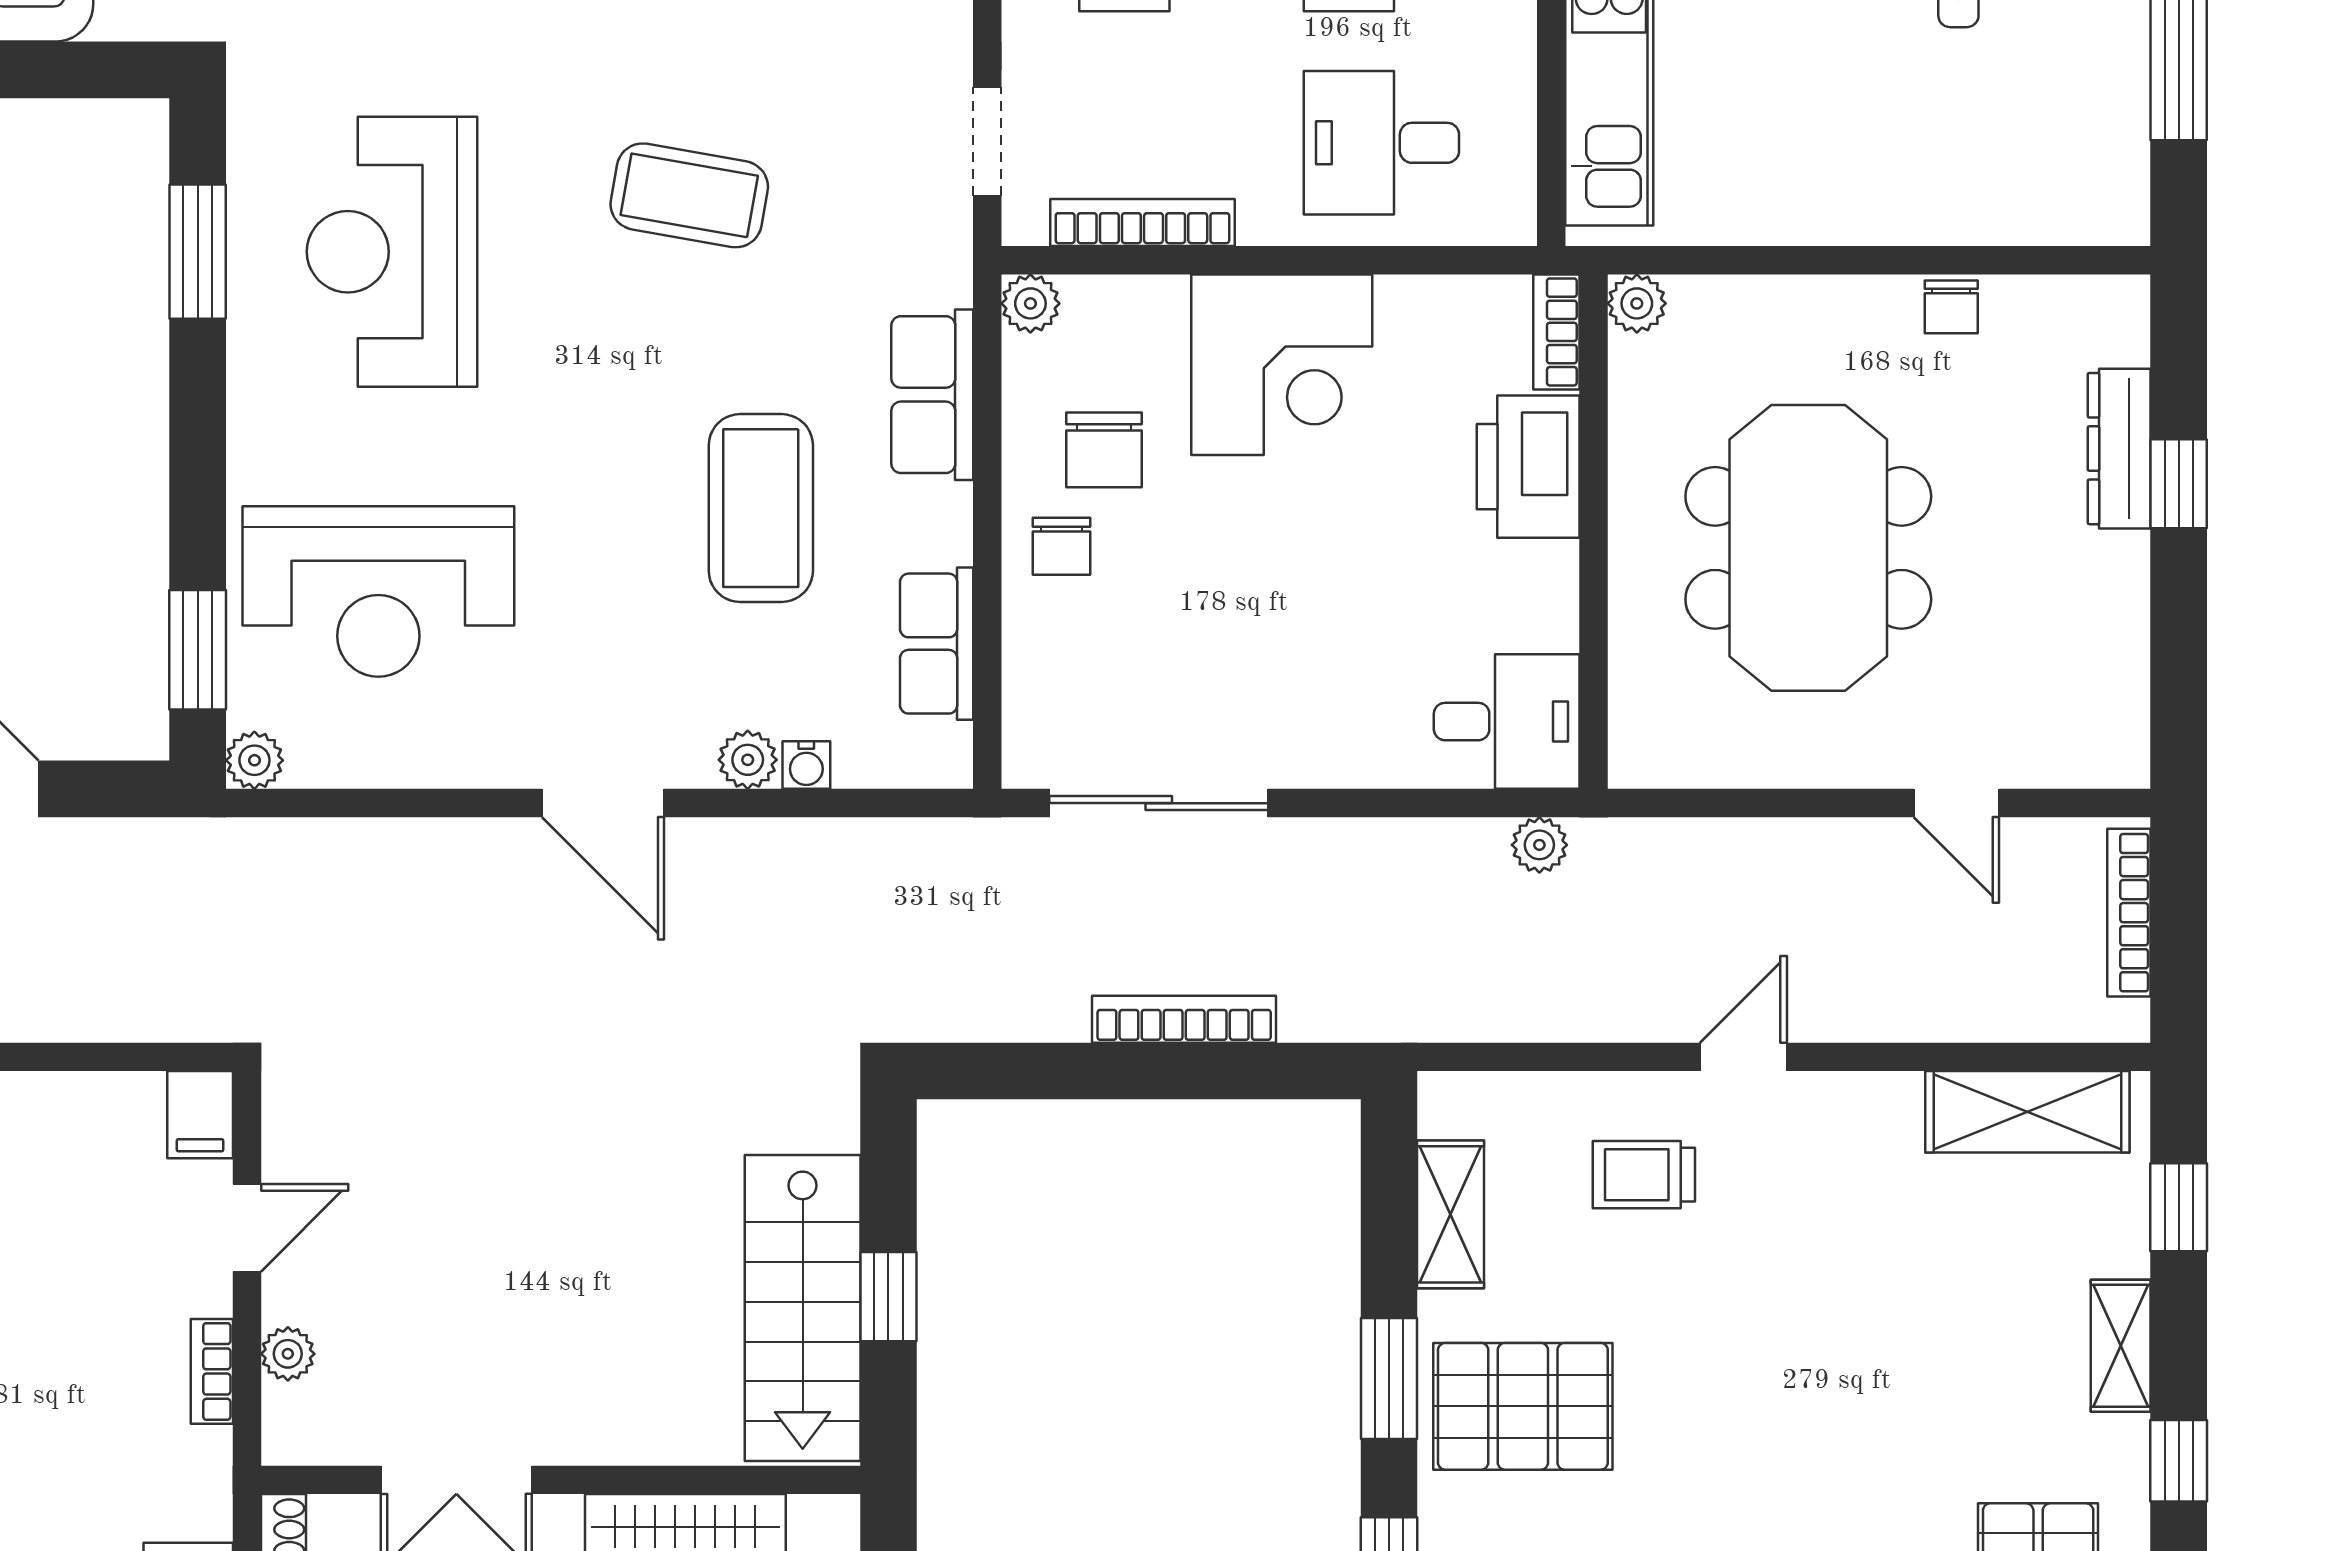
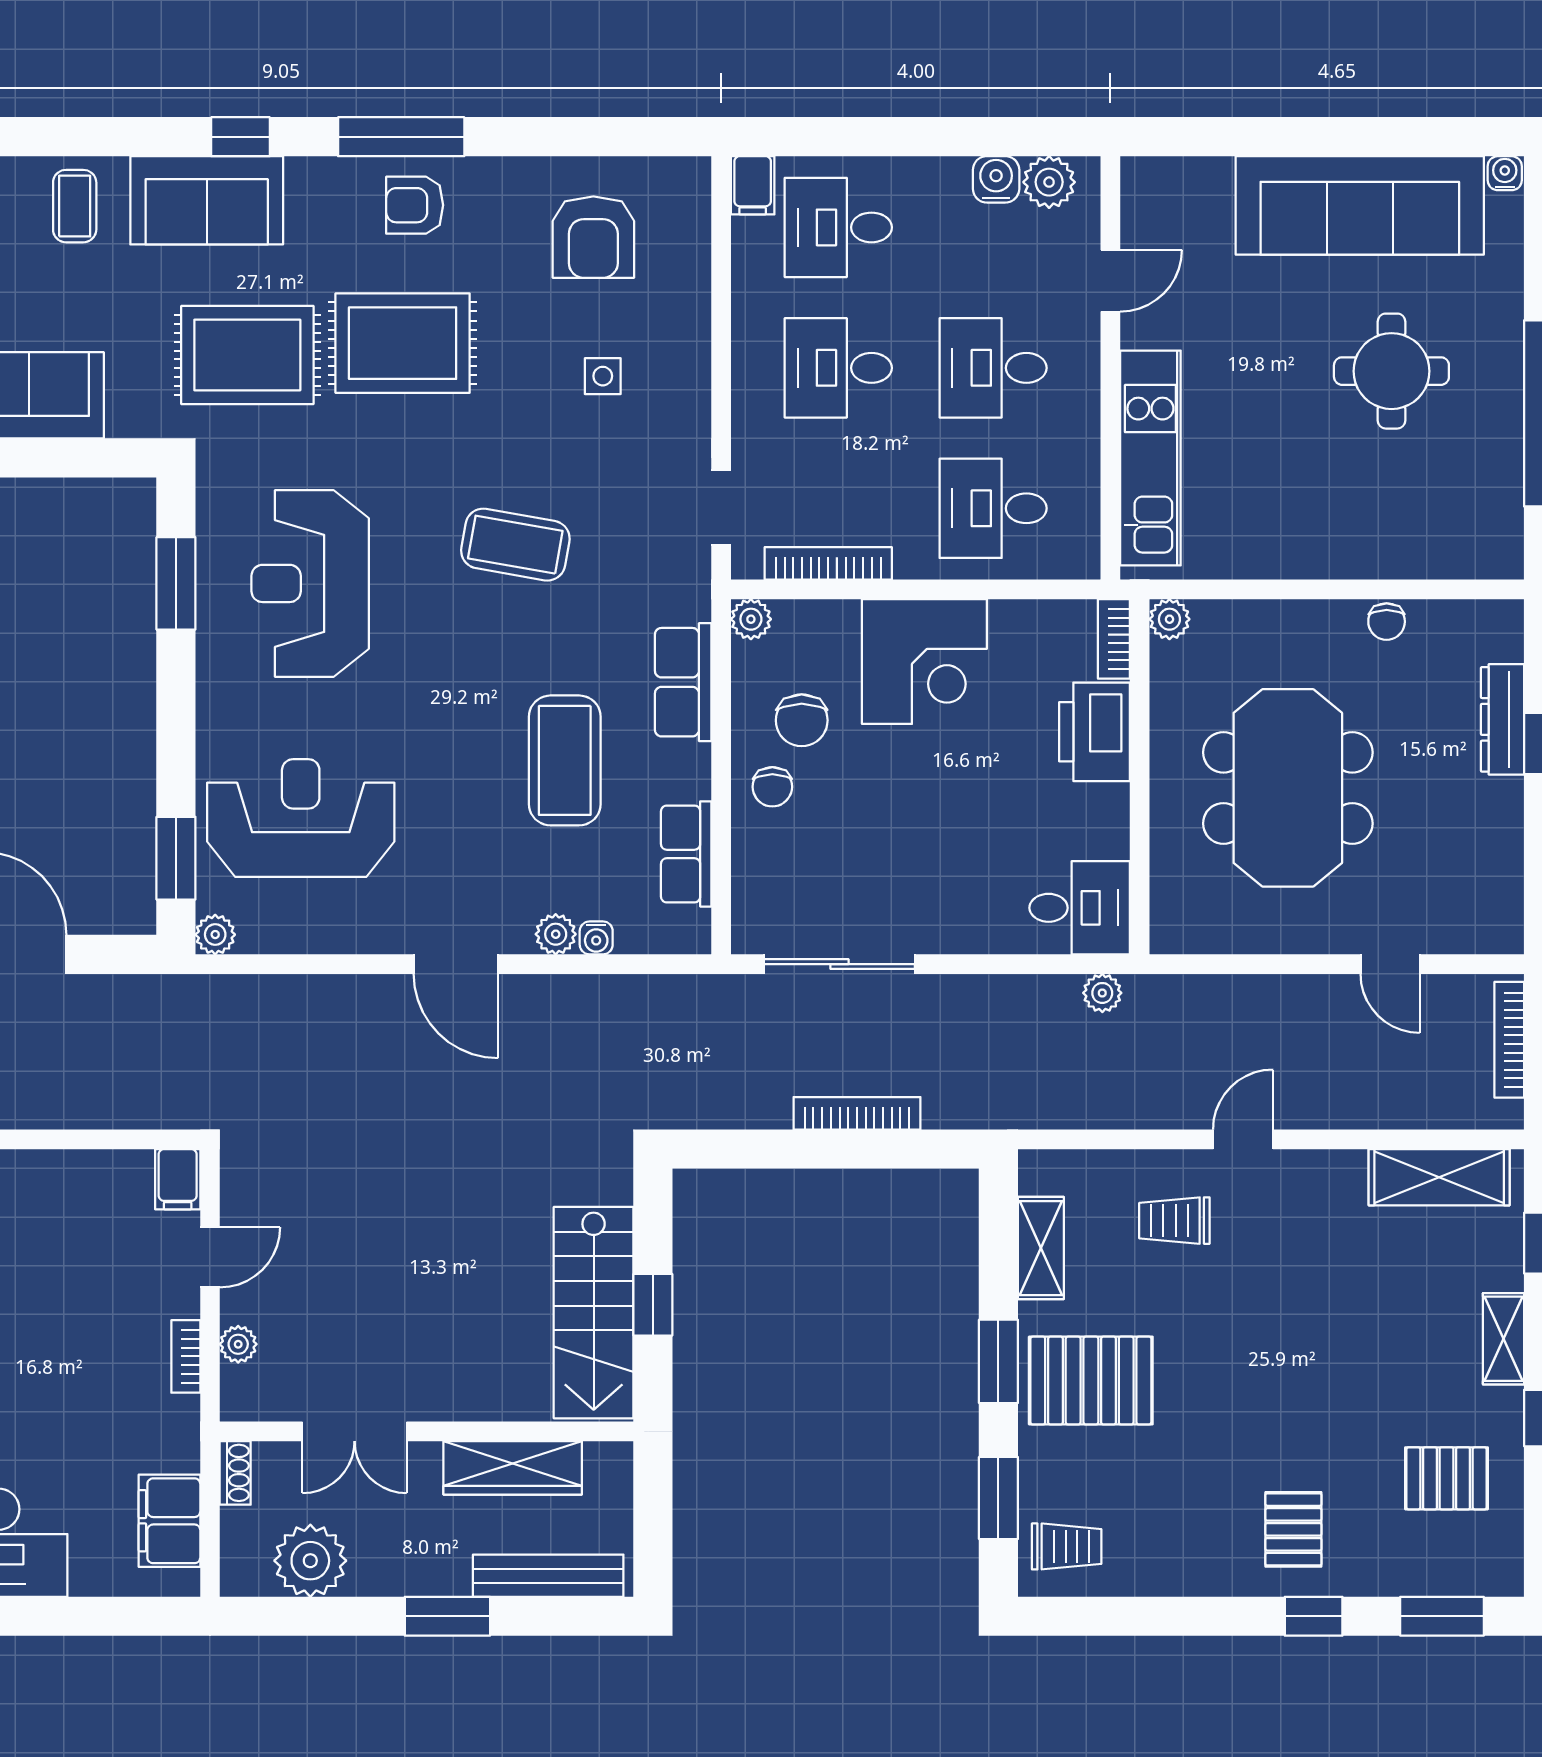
reception desk: (378, 592) -> (301, 818), turned 180

